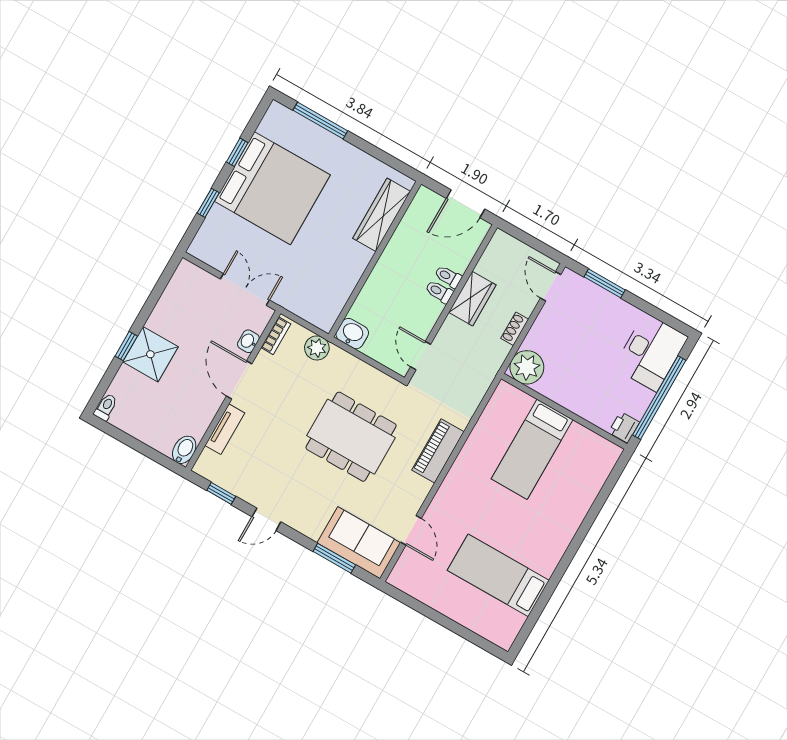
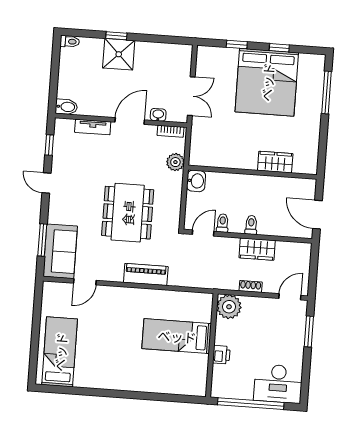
wardrobe: (382, 215) -> (275, 162), width x0.67
toilet: (448, 277) -> (222, 223), moved
printer: (624, 427) -> (221, 355), moved, turned 90
bed: (498, 575) -> (60, 352), moved

